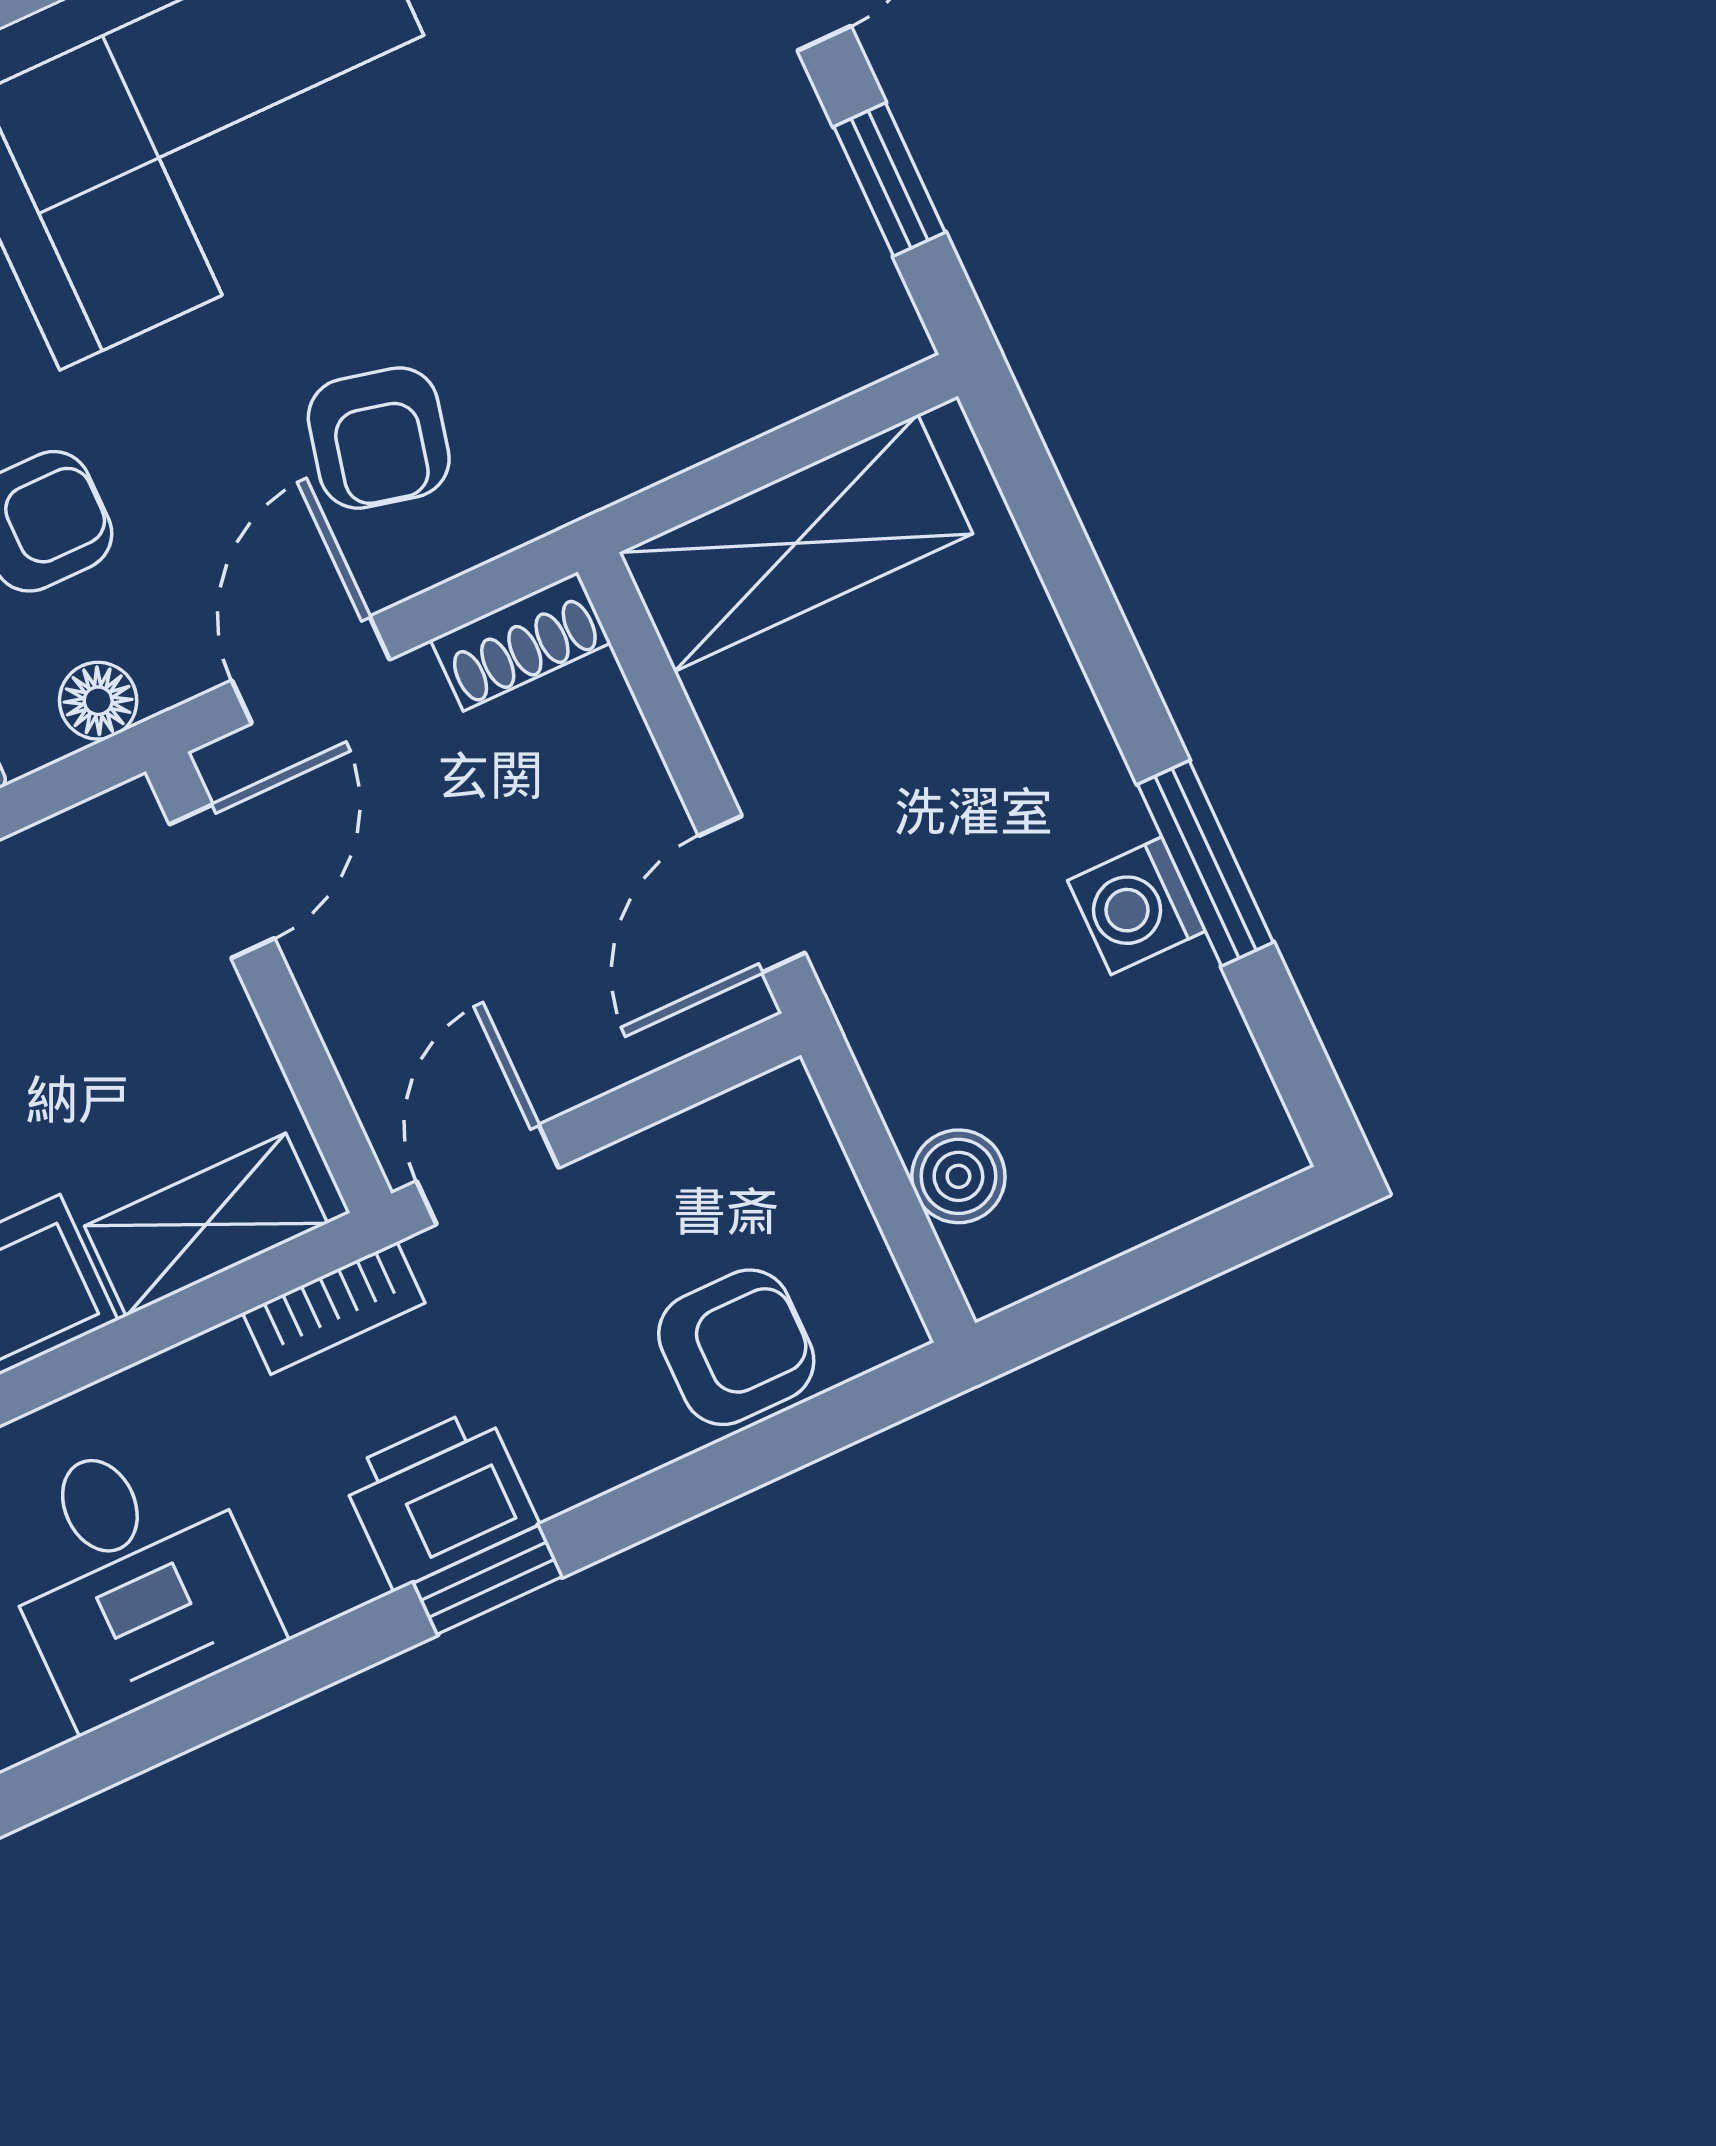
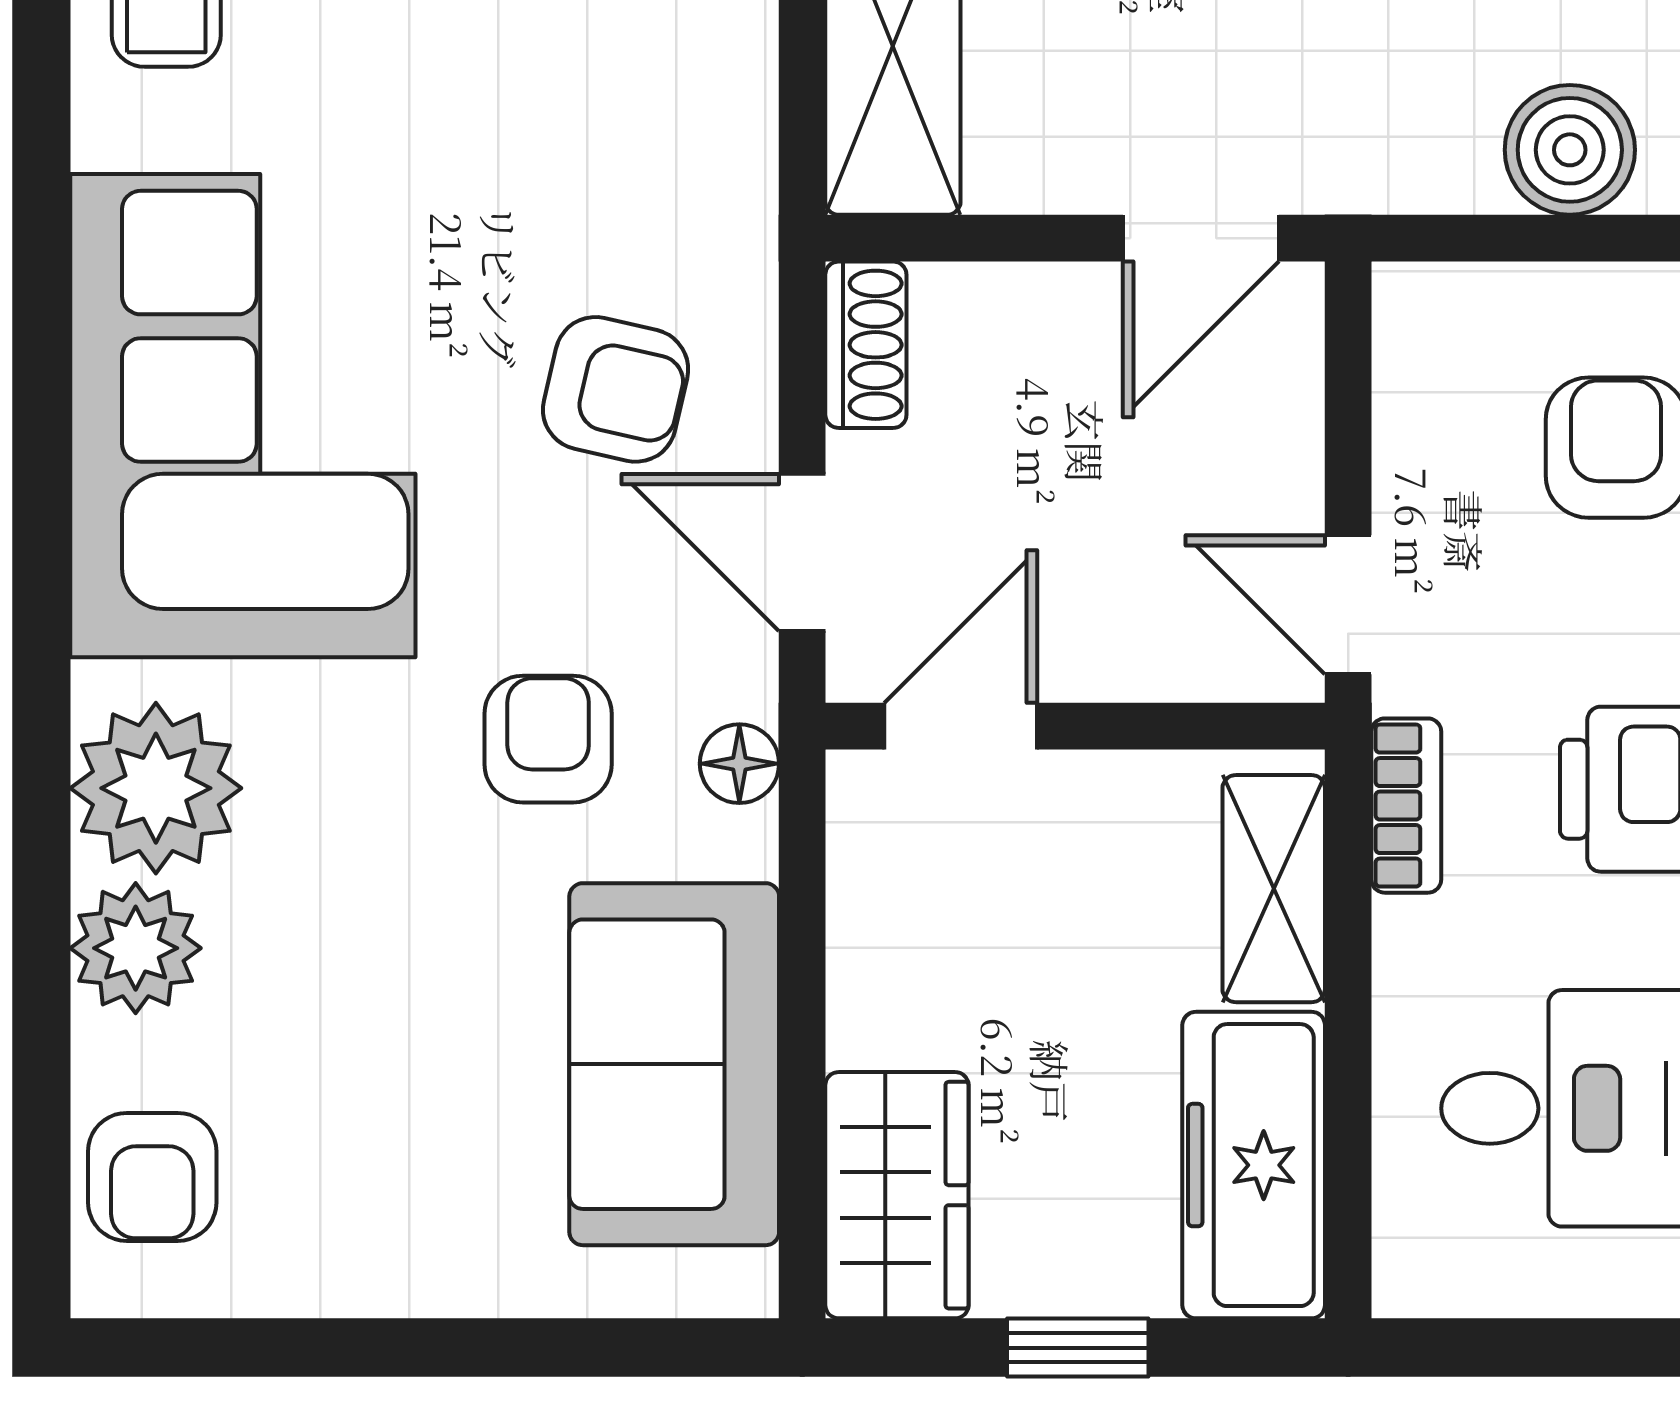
door: (222, 881) -> (961, 726), hinge flipped
door: (752, 894) -> (1201, 238), hinge flipped
boiler: (958, 1176) -> (1570, 150), width x1.36, depth x1.36

